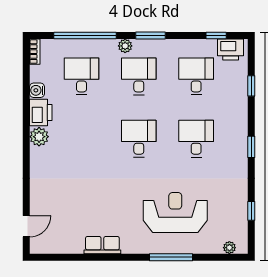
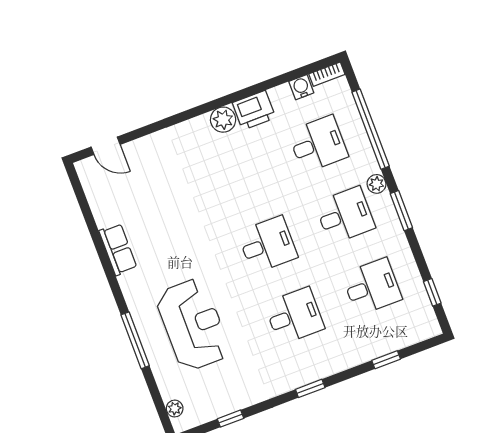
printer: (231, 49) -> (422, 317), removed
water cooler: (37, 90) -> (301, 87), moved

